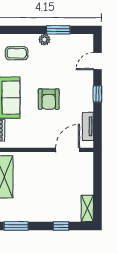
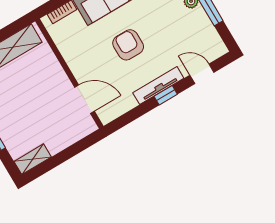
armchair: (49, 99) -> (128, 45), turned 90
tv unit: (88, 126) -> (158, 85), moved, width x1.41

